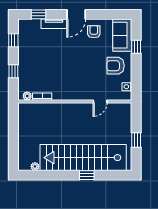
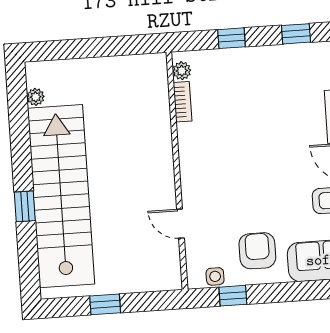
window: (136, 47) -> (233, 296), moved

